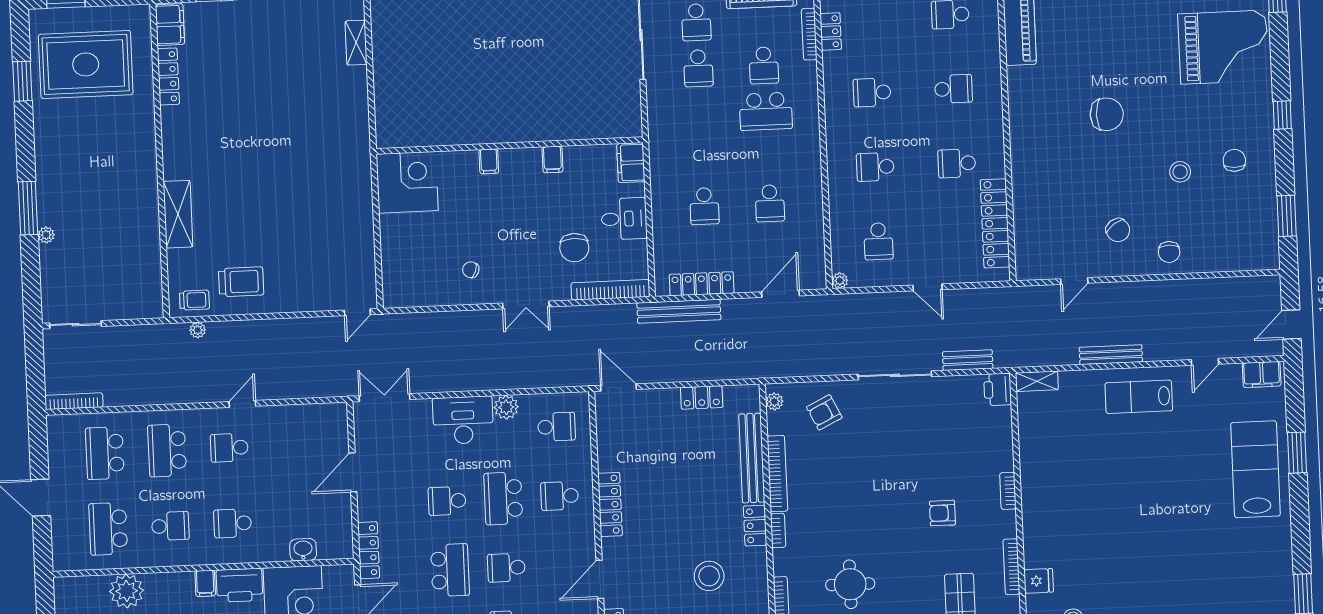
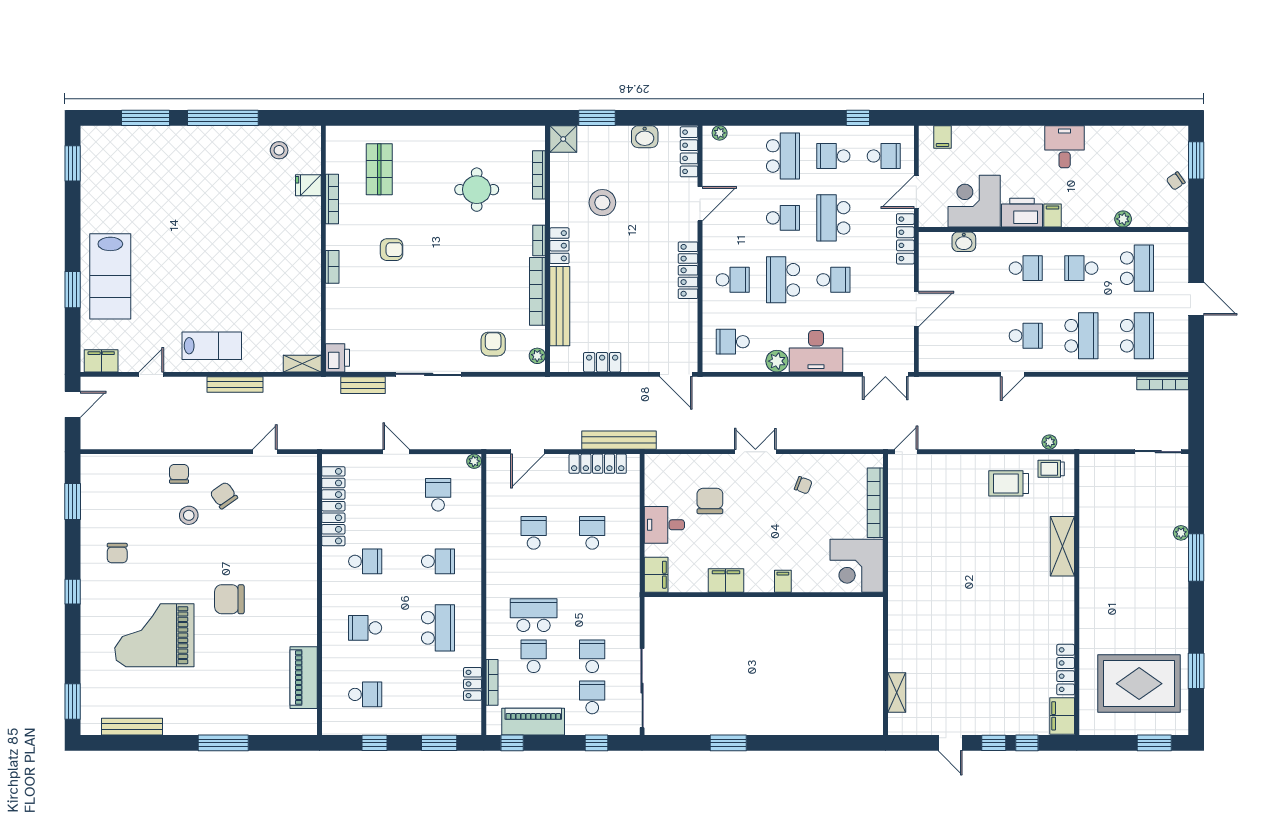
grand piano: (1223, 47) -> (154, 635), moved
school desk: (872, 92) -> (438, 628), width x1.85
filing cabinet: (552, 159) -> (726, 581), width x2.00
stool: (1180, 172) -> (189, 515), moved
bookcase: (610, 290) -> (875, 503), moved, turned 90
armchair: (824, 412) -> (493, 344), turned -64
school desk: (503, 498) -> (783, 280), turned 180
plant: (127, 591) -> (1123, 219), width x0.53, depth x0.53

